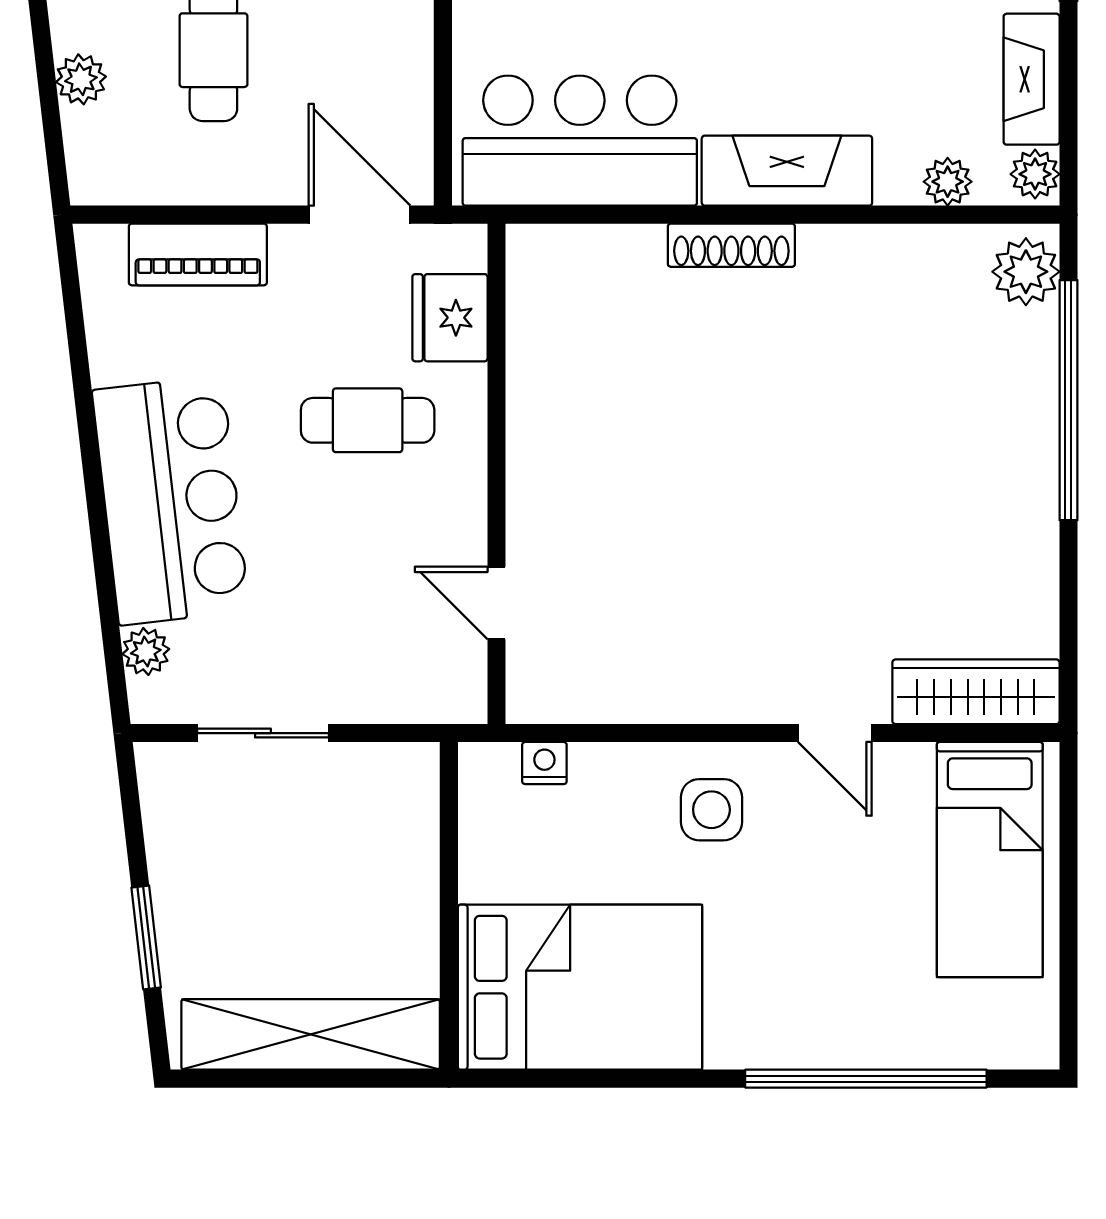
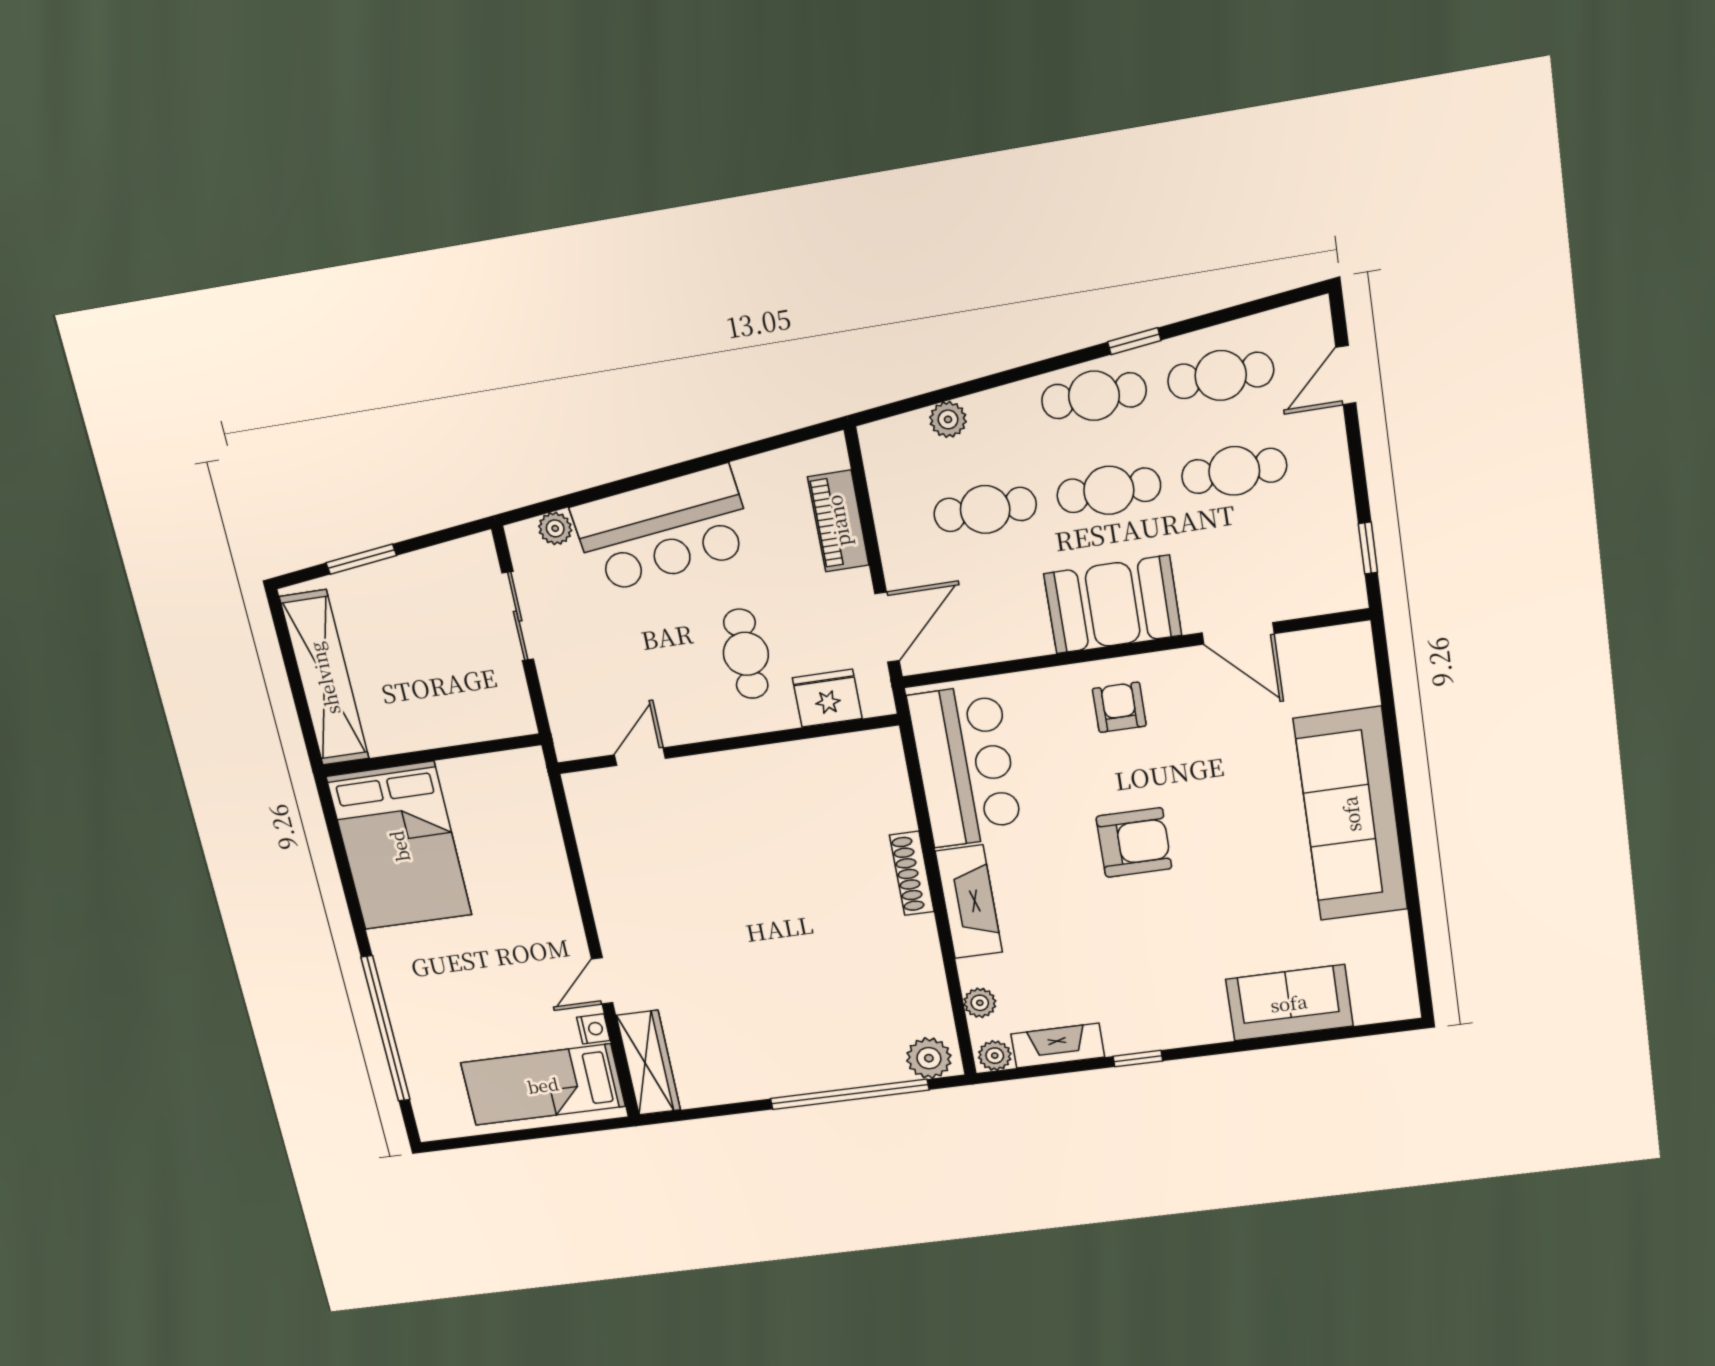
nightstand: (544, 763) -> (593, 1029), moved
side table: (711, 810) -> (535, 912), removed

